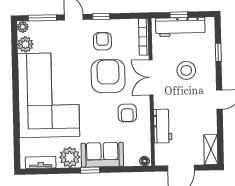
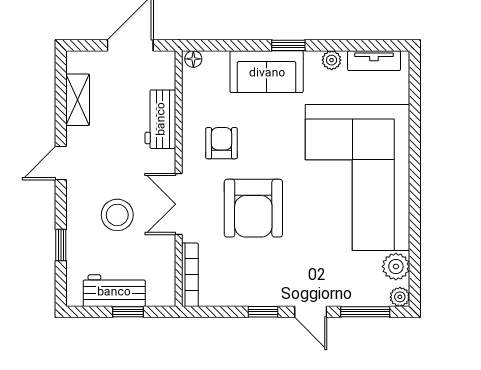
workbench: (180, 27) -> (114, 291), width x0.73
armchair: (102, 41) -> (262, 269), removed
double door: (151, 77) -> (179, 204), swing flipped
shelving: (211, 149) -> (78, 100), moved
plant: (70, 157) -> (332, 60), width x0.53, depth x0.53

